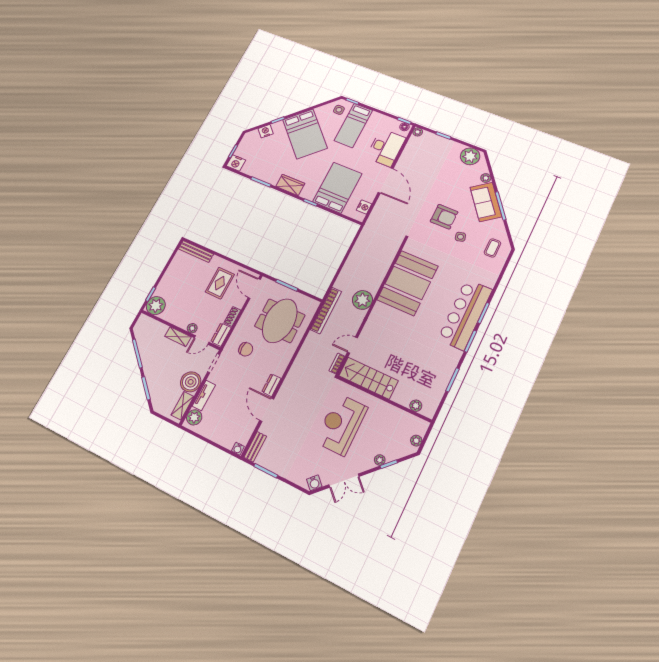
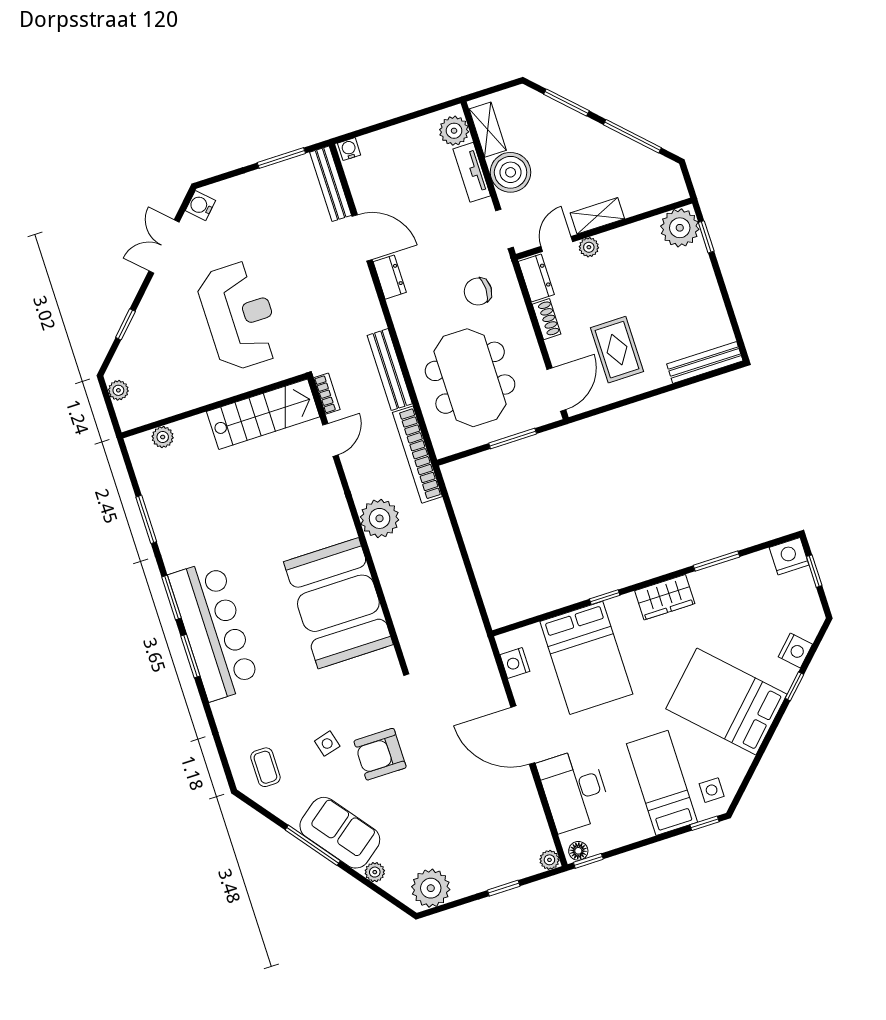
door: (254, 288) -> (556, 389), hinge flipped
bench: (305, 351) -> (390, 370), added
bench: (255, 447) -> (331, 184), width x1.36
plant: (380, 460) -> (142, 319), removed

